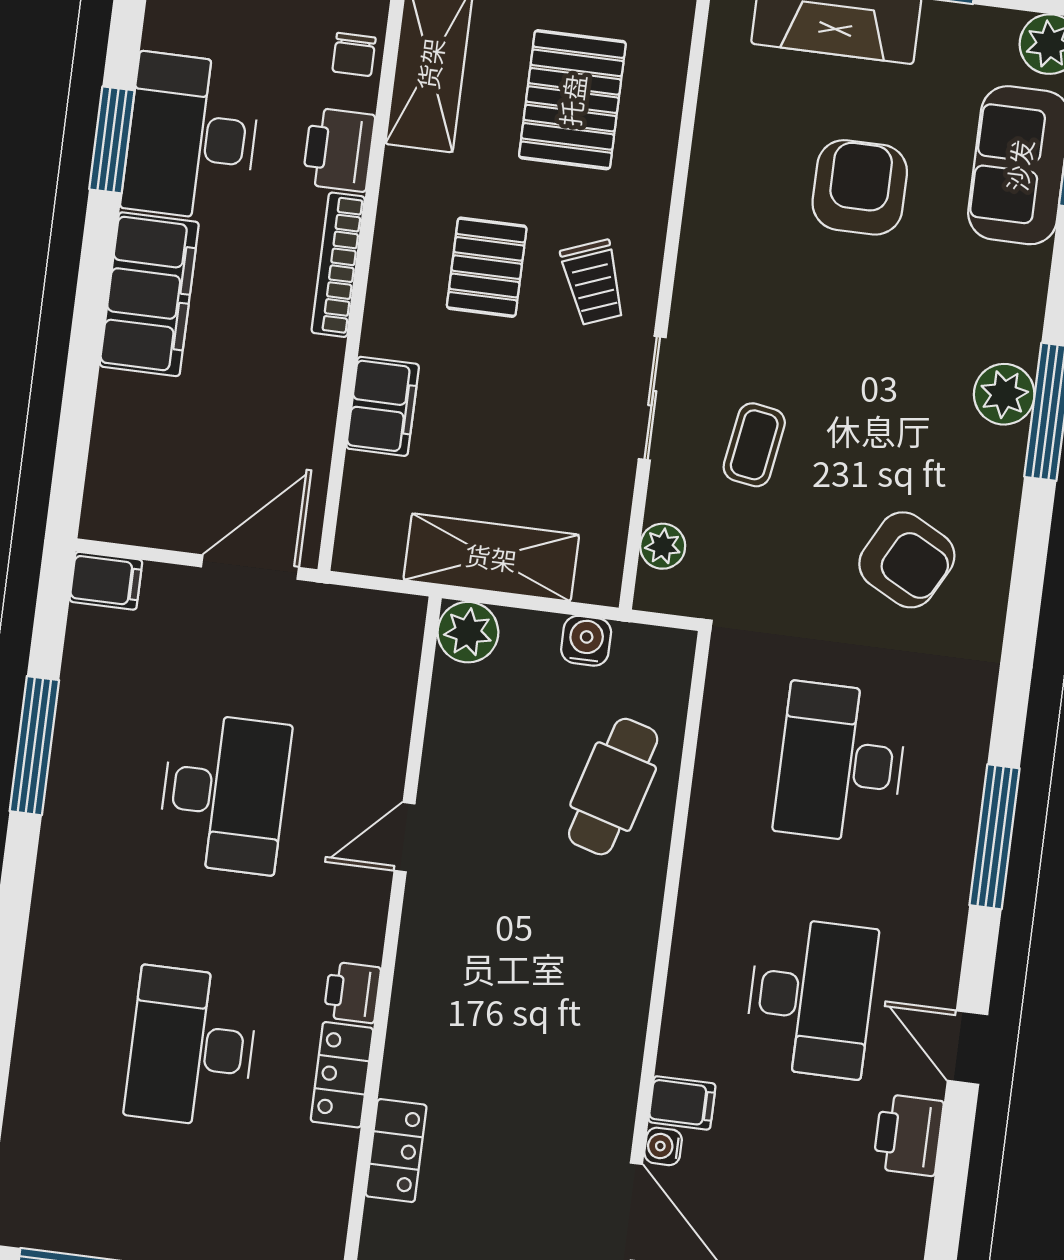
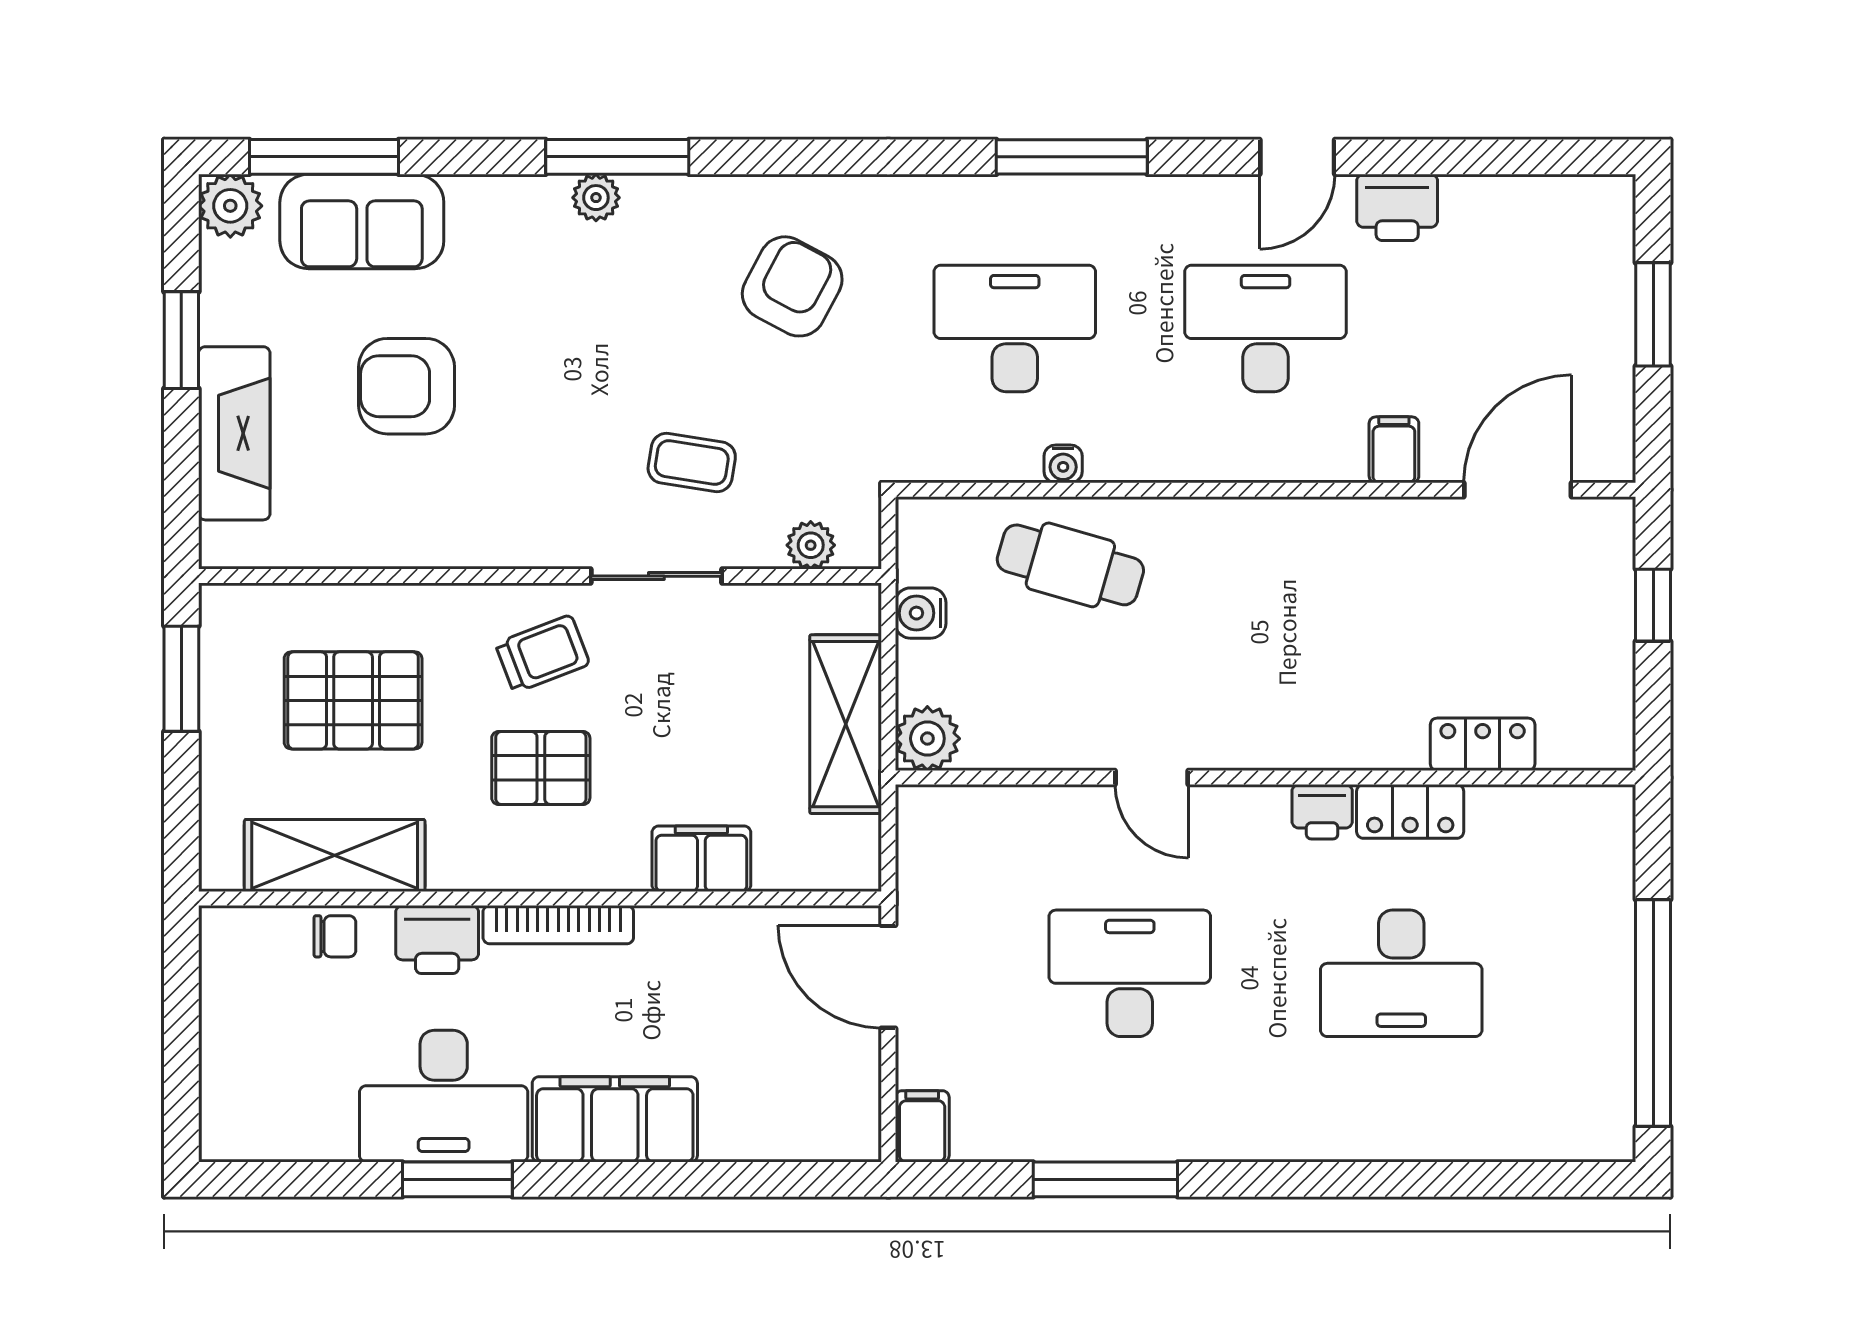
plant: (1004, 394) -> (596, 198), width x0.73, depth x0.73
desk: (841, 763) -> (1015, 328), turned 180
water cooler: (663, 1146) -> (1063, 464), moved

